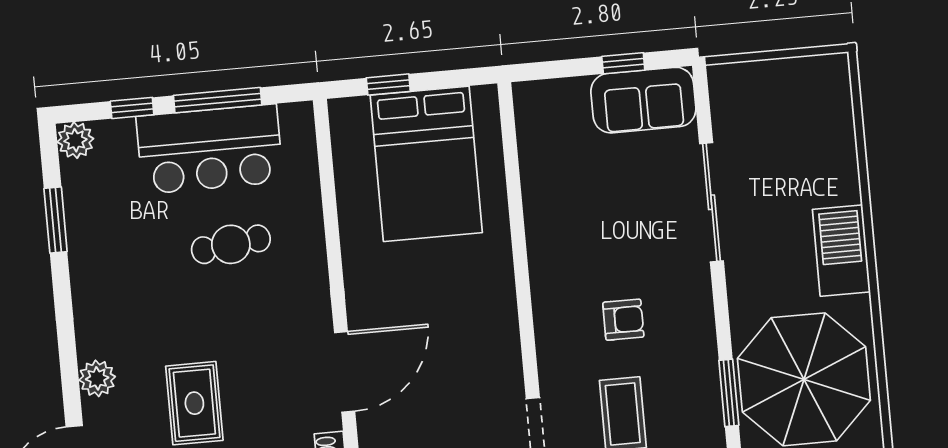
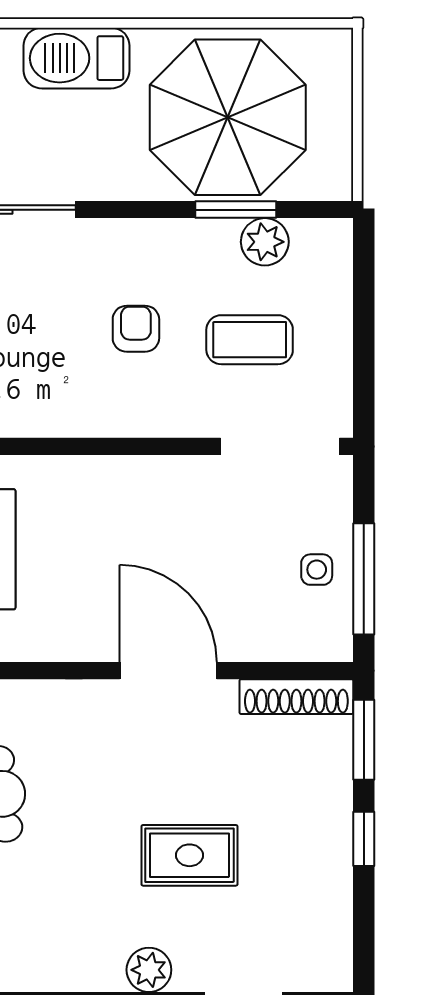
plant: (704, 419) -> (265, 242), added

